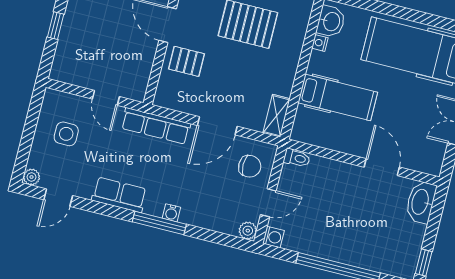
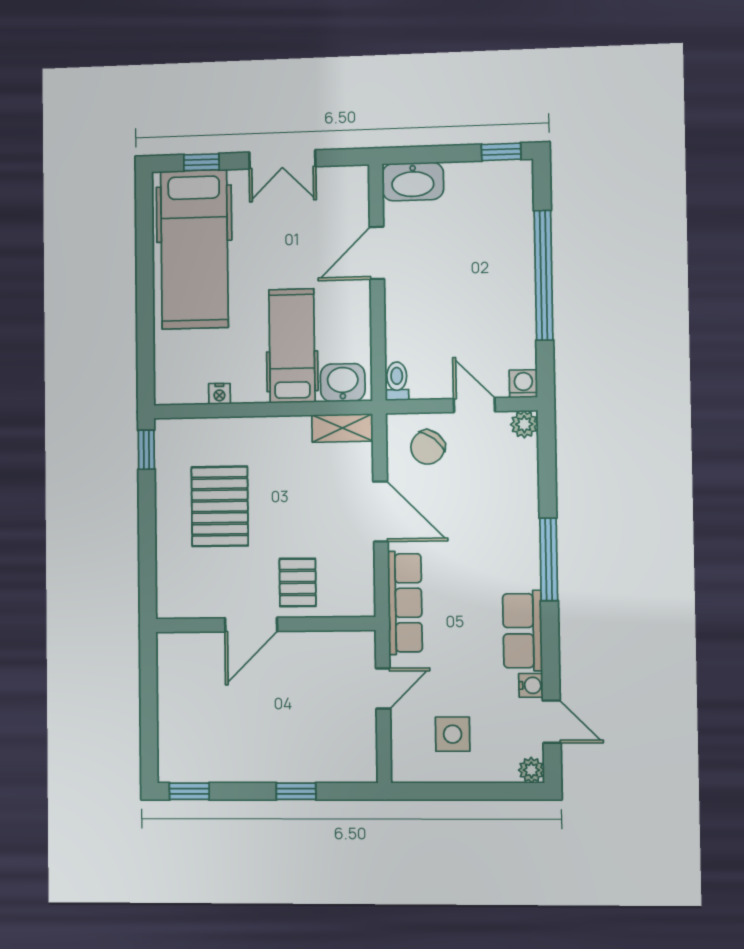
washbasin: (331, 21) -> (343, 383), moved
chair: (250, 166) -> (428, 447), turned -142
water cooler: (171, 213) -> (531, 685), moved

